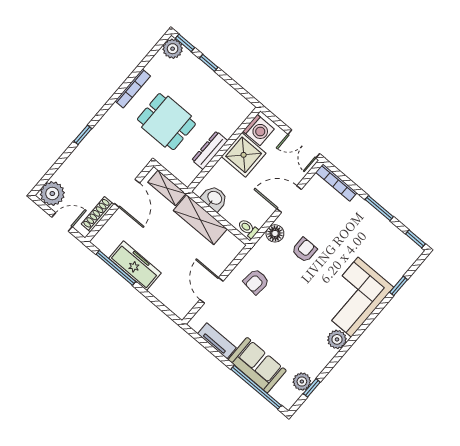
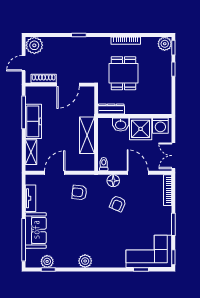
dresser: (210, 150) -> (111, 109), moved
shelving: (167, 188) -> (31, 152), moved
washbasin: (214, 198) -> (121, 125), moved, turned 90
door: (62, 222) -> (24, 63), swing flipped
armchair: (304, 250) -> (118, 204), turned 113
corner sofa: (355, 297) -> (149, 251), moved

